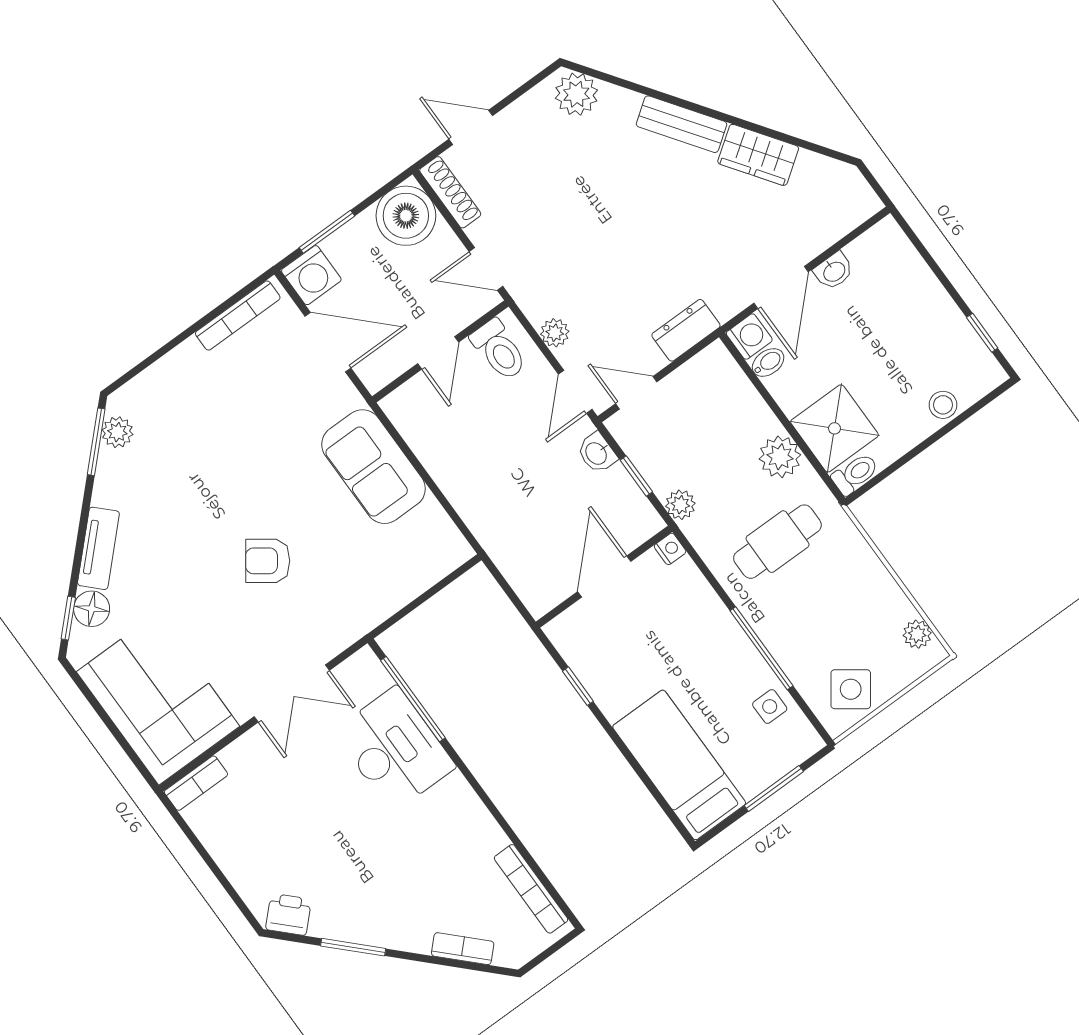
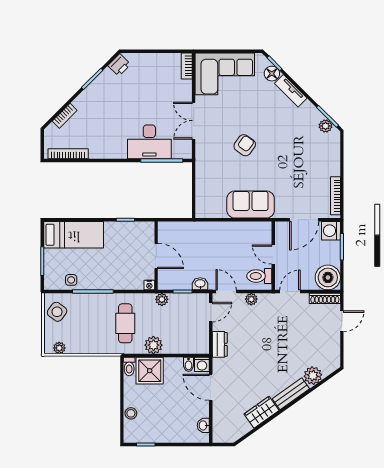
plant: (576, 94) -> (313, 376), moved
washbasin: (834, 271) -> (203, 425), moved

